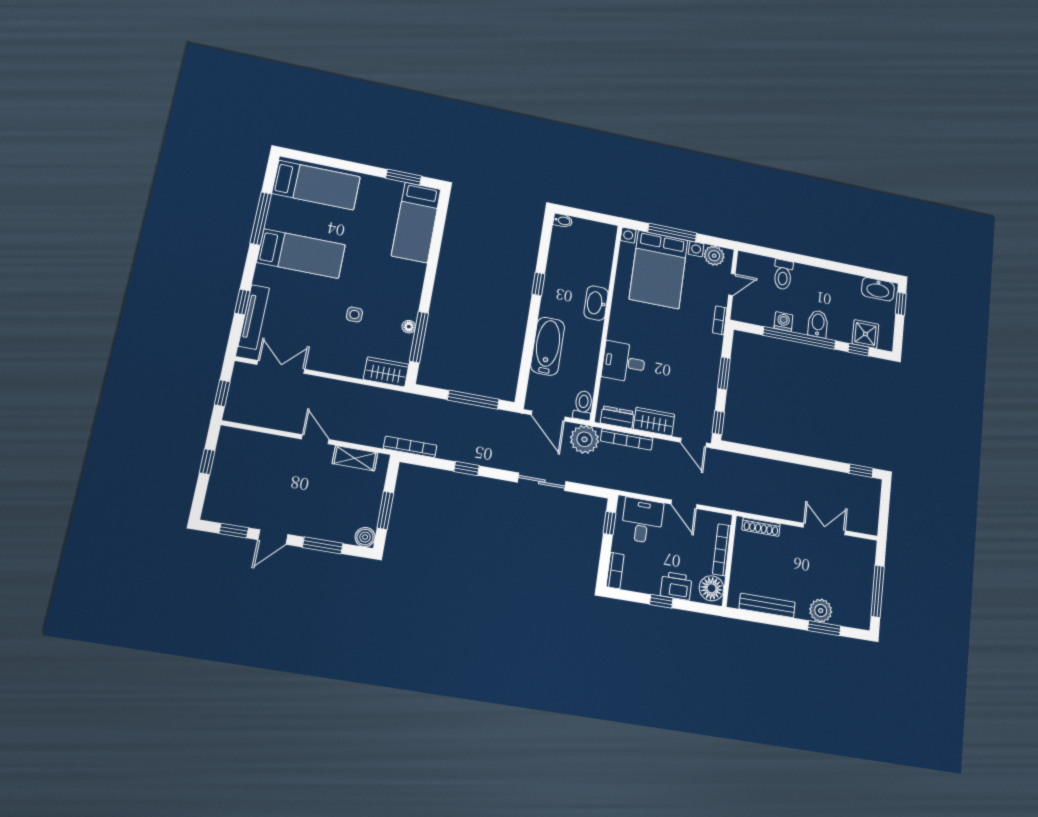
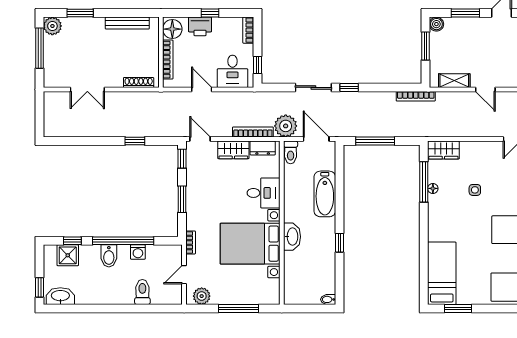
bed with nightstands: (659, 270) -> (250, 244), moved, turned -90
window: (467, 469) -> (349, 87), moved
window: (861, 471) -> (135, 141), moved
plant: (821, 611) -> (52, 26), moved

